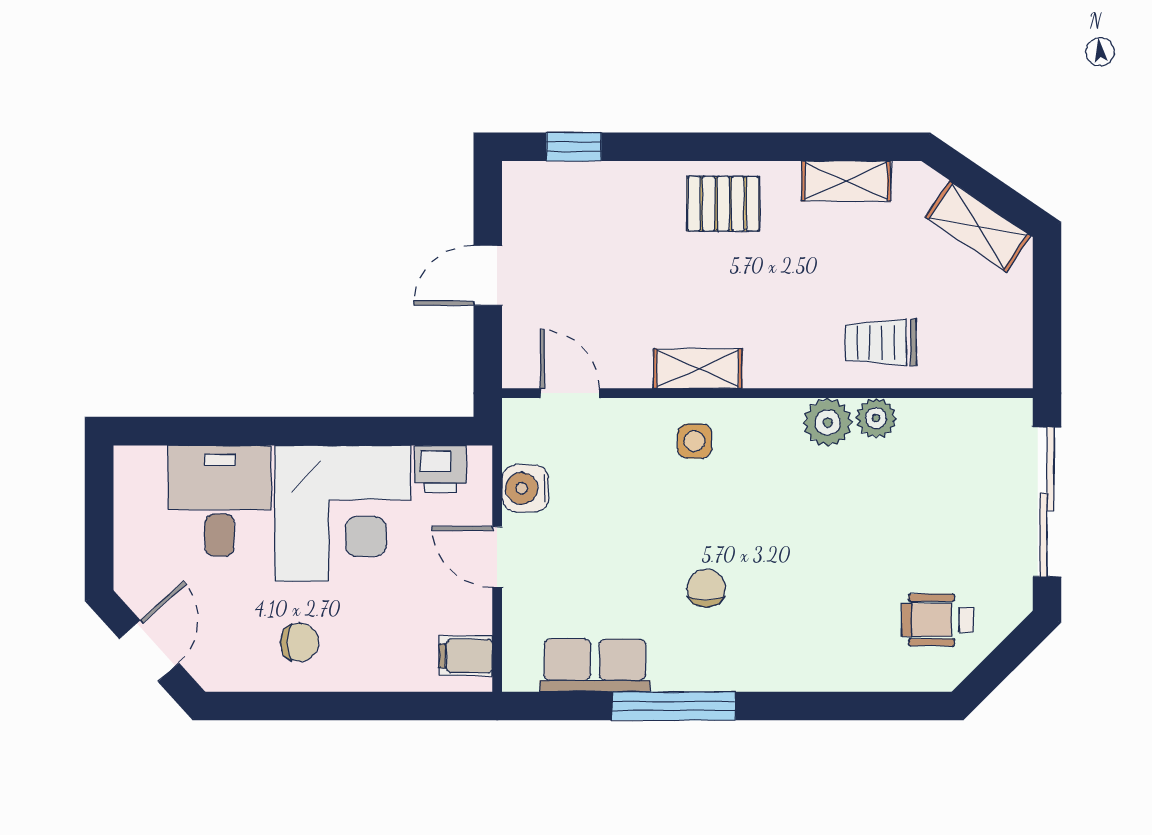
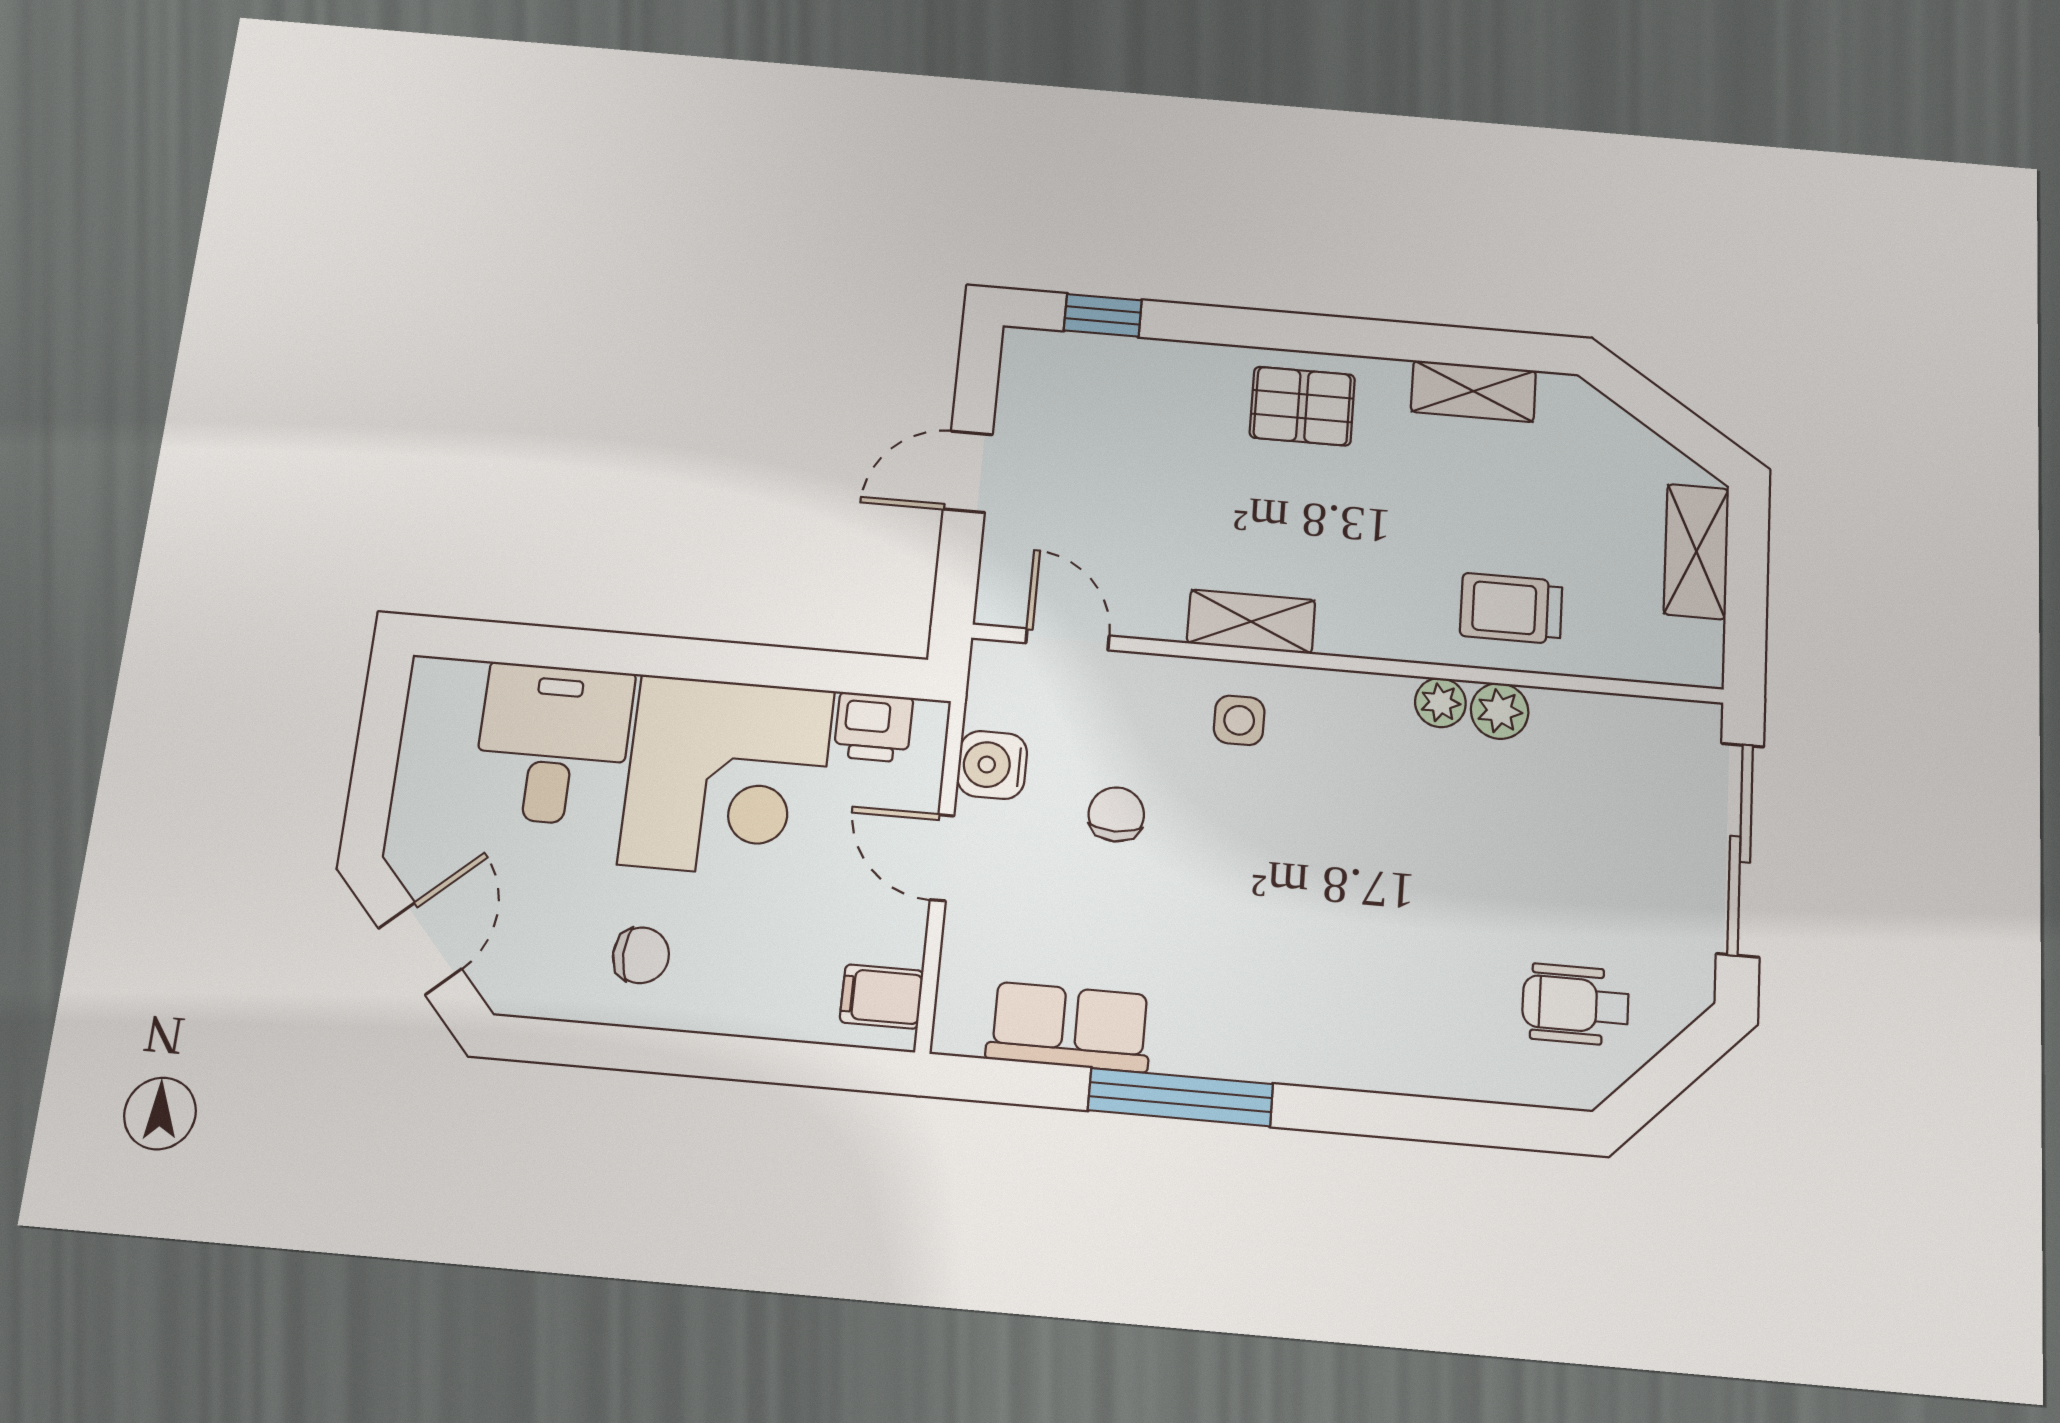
shelving: (978, 226) -> (1696, 551), moved, turned 56
plant: (828, 422) -> (1440, 703), width x0.73, depth x0.73
chair: (706, 588) -> (1116, 814), moved

